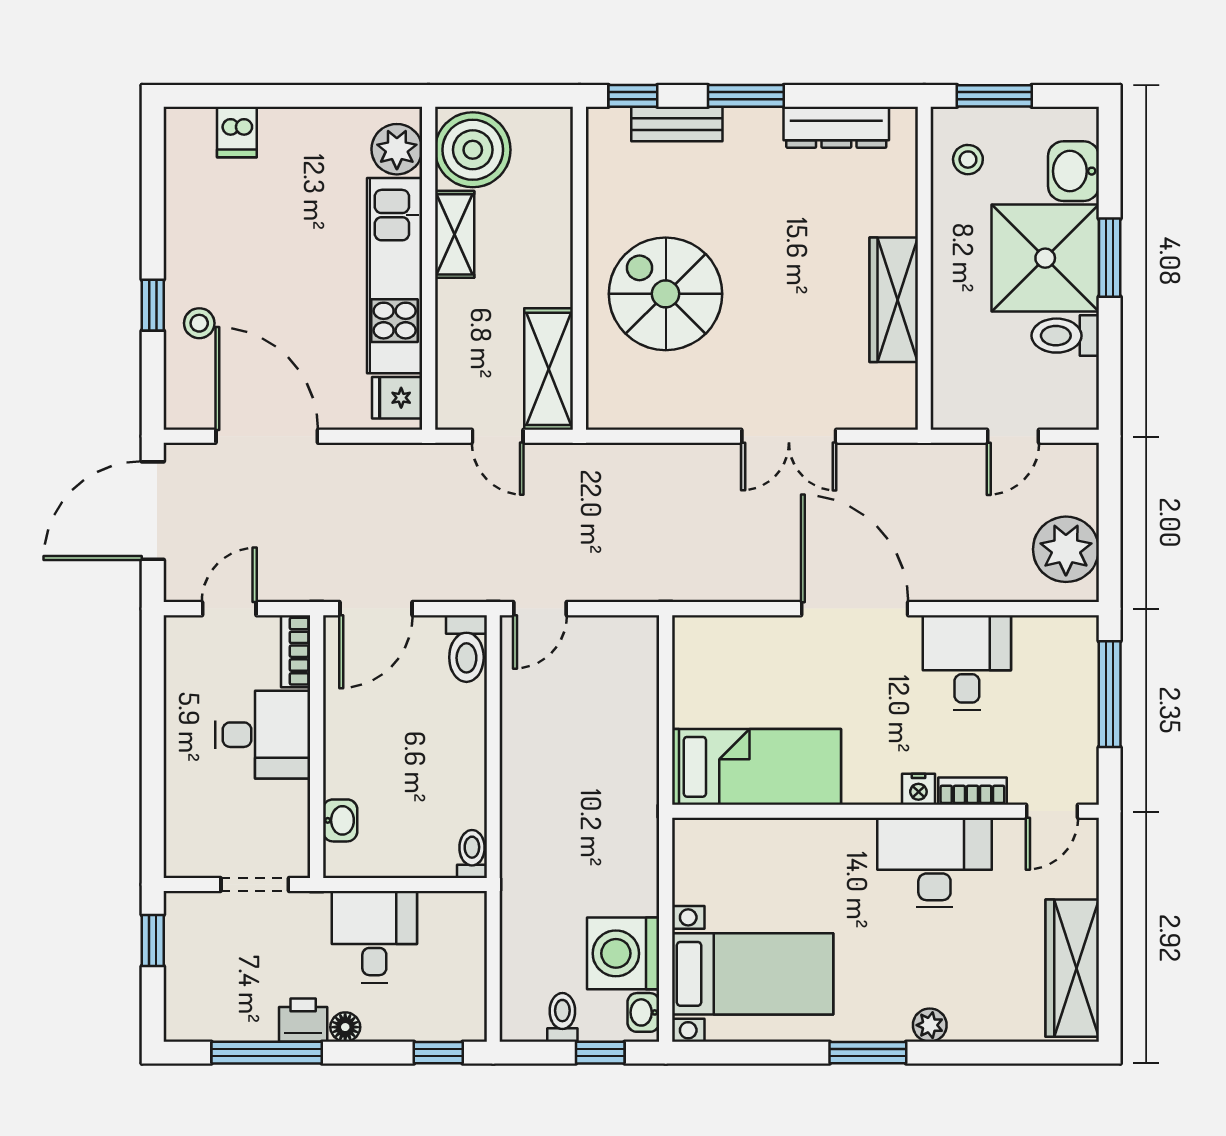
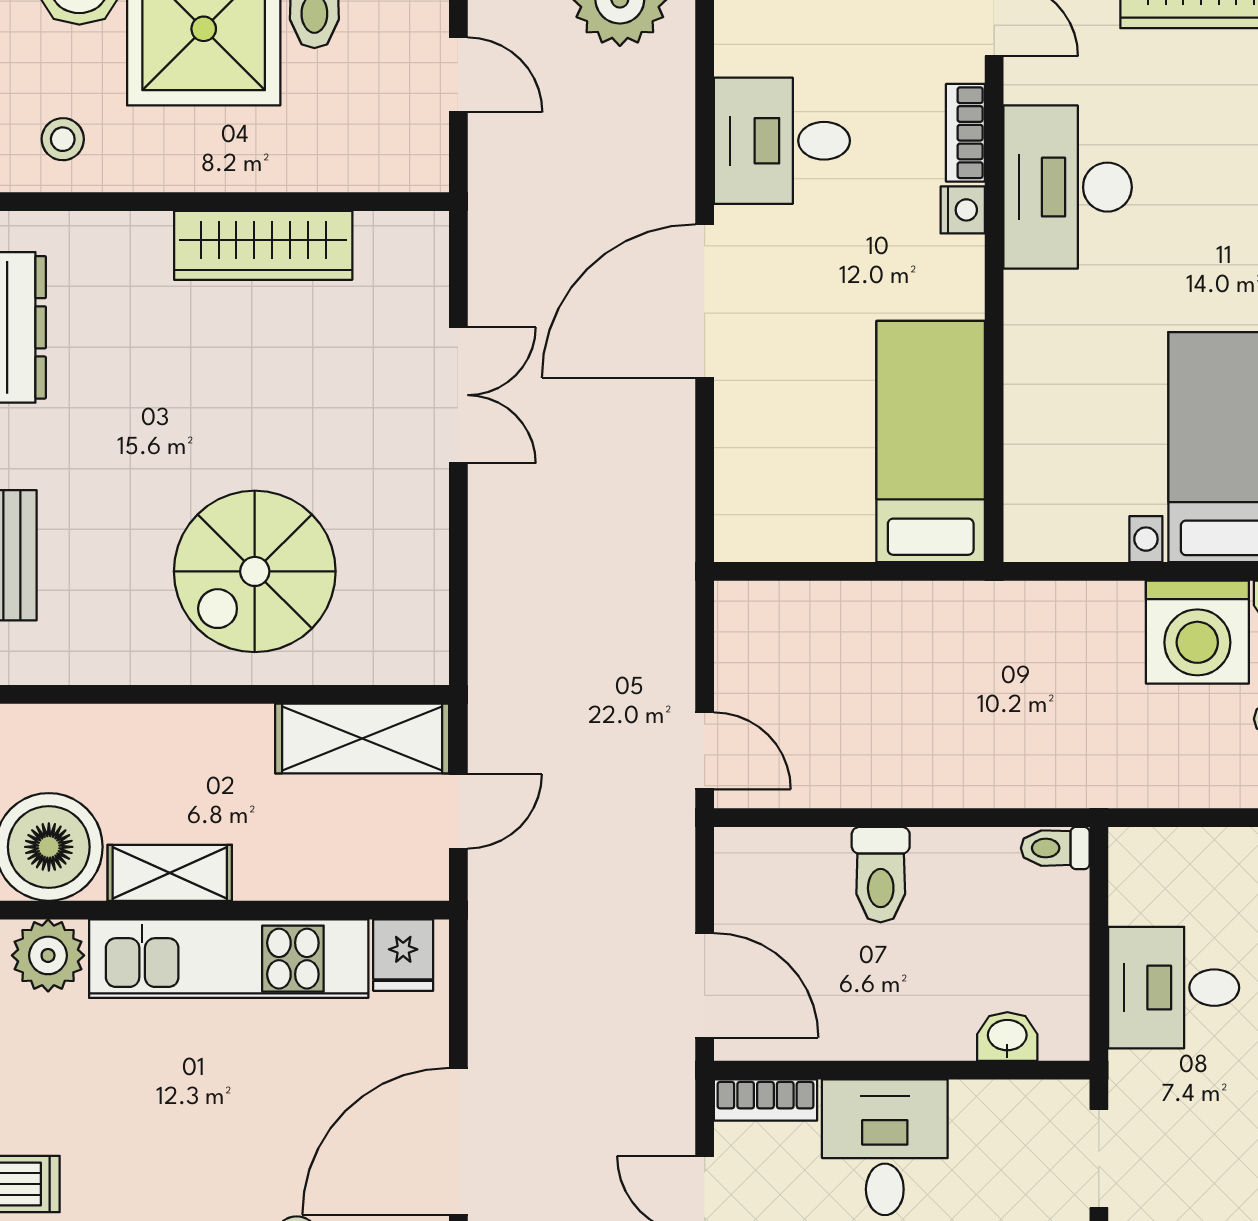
toilet: (466, 649) -> (881, 875), moved, turned 90

